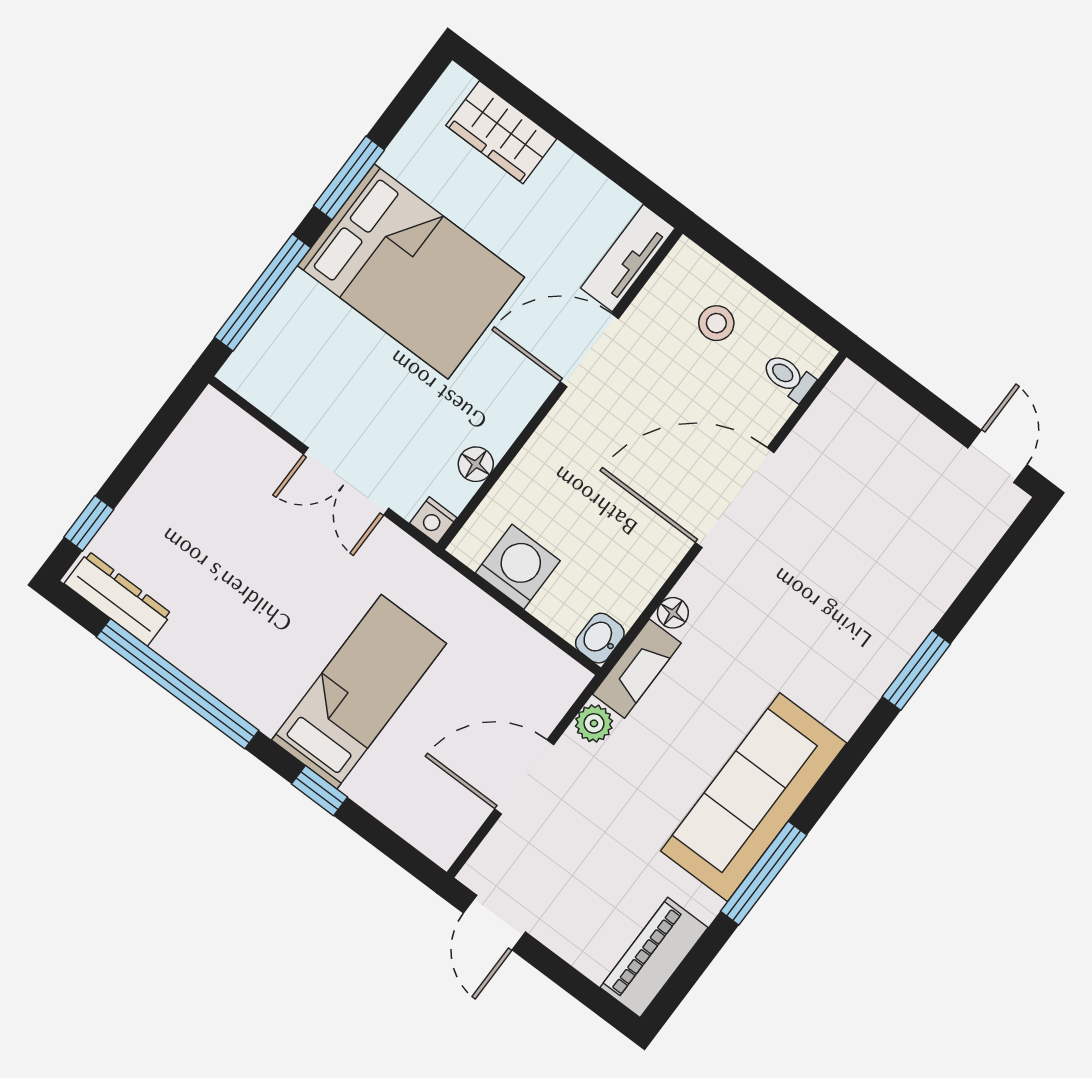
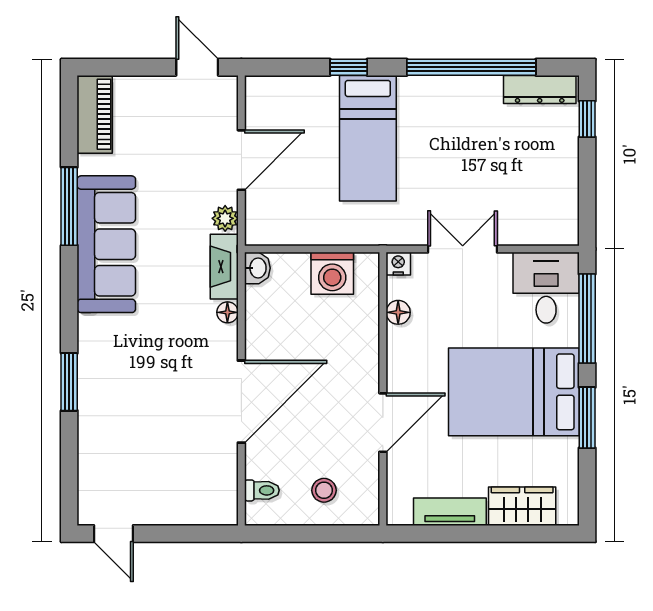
tv unit: (628, 258) -> (450, 512), moved, turned -90
desk: (283, 364) -> (546, 288), added

